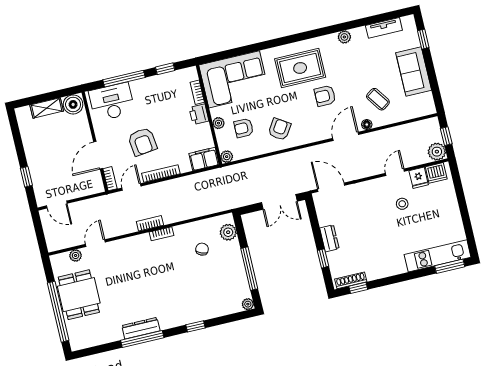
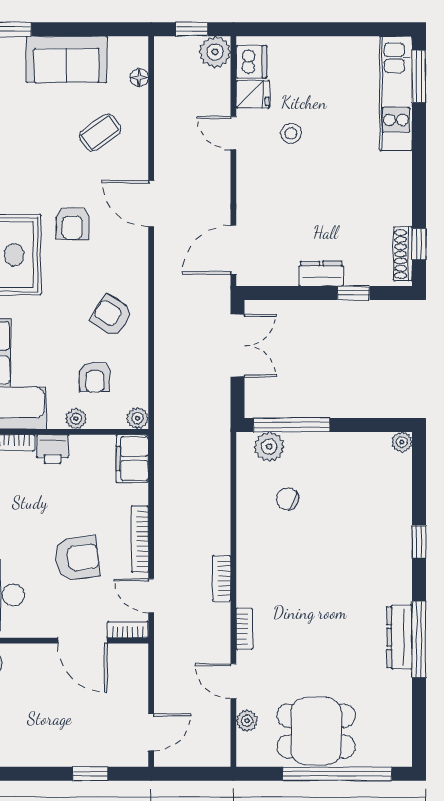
floor lamp: (367, 125) -> (139, 78), moved
bookcase: (161, 234) -> (244, 629), moved
window: (249, 269) -> (292, 425), moved

